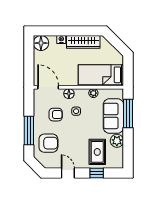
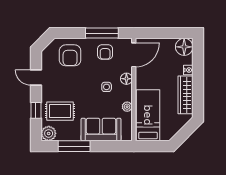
window: (128, 113) -> (74, 146), moved
armchair: (56, 115) -> (105, 52), moved
window: (29, 131) -> (102, 33), moved
plant: (117, 141) -> (49, 133), moved
door: (68, 173) -> (36, 78), swing flipped

